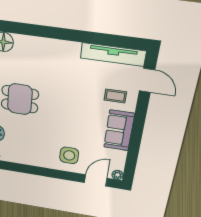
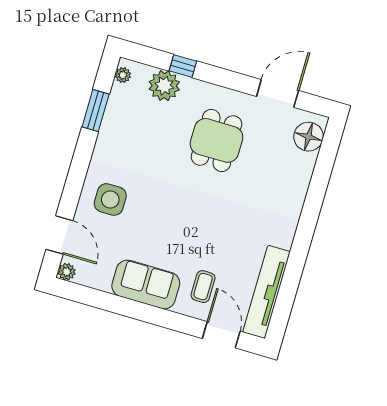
door: (147, 80) -> (221, 335), swing flipped
window: (19, 168) -> (96, 110), added

